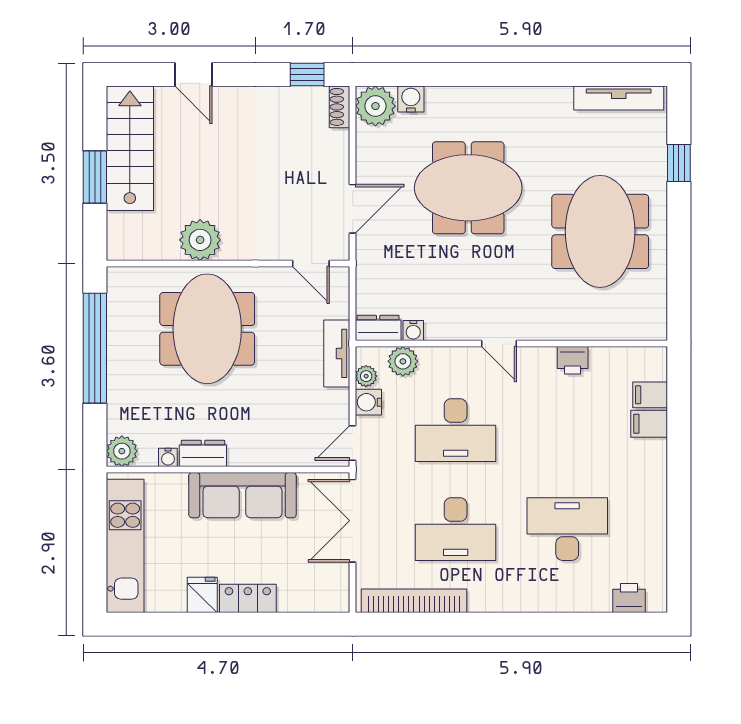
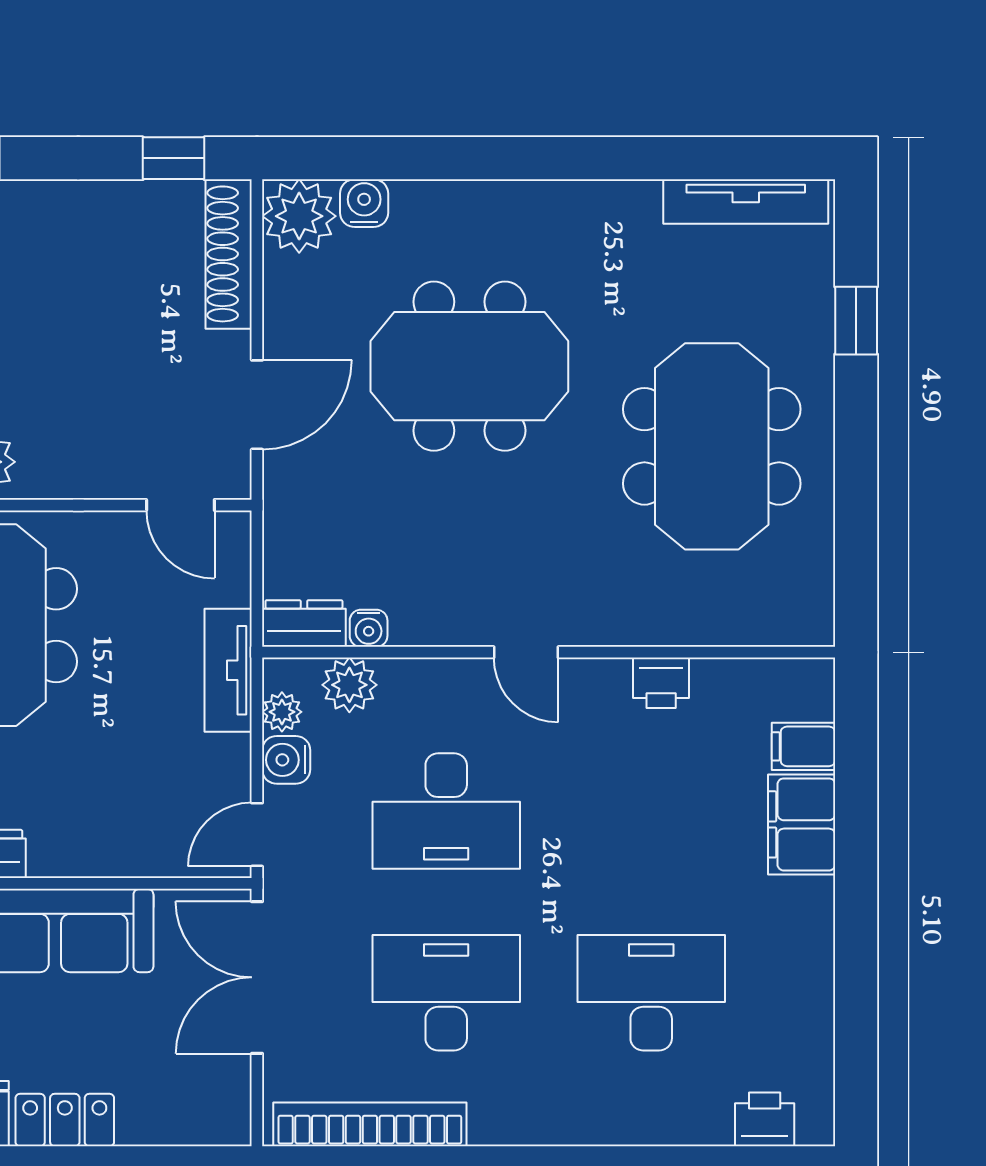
shoe rack: (339, 107) -> (229, 254), width x1.94, depth x1.24
filing cabinet: (649, 424) -> (802, 824), width x2.00
desk: (456, 529) -> (446, 993), turned 180

